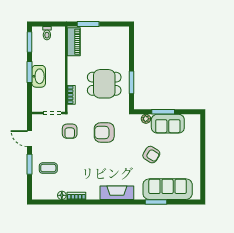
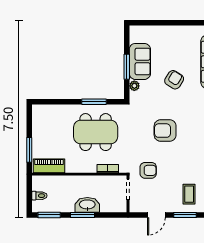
dining table: (104, 84) -> (96, 132), width x1.38
armchair: (104, 132) -> (165, 131), moved, turned 90

